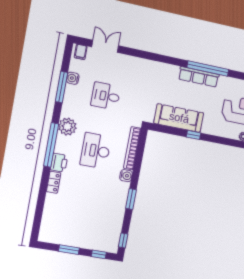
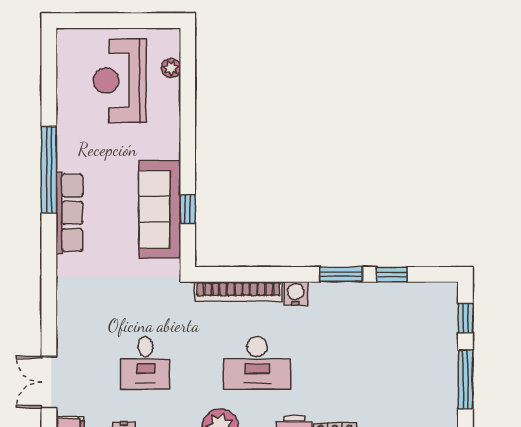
row of seats: (199, 77) -> (69, 213), moved
window: (194, 135) -> (188, 209), moved
window: (123, 240) -> (392, 274), moved
window: (69, 250) -> (465, 380), width x1.44

